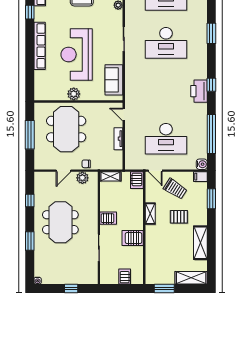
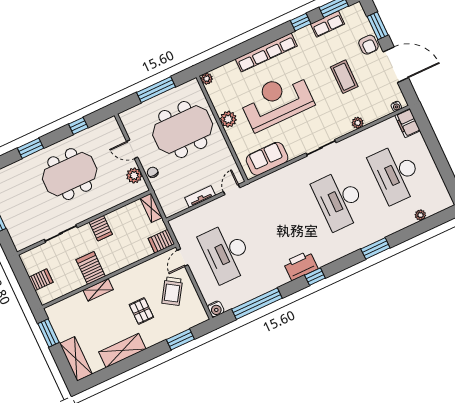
plant: (39, 96) -> (207, 79), added
filing cabinet: (200, 177) -> (200, 314), removed
shelving: (150, 214) -> (98, 290), moved

